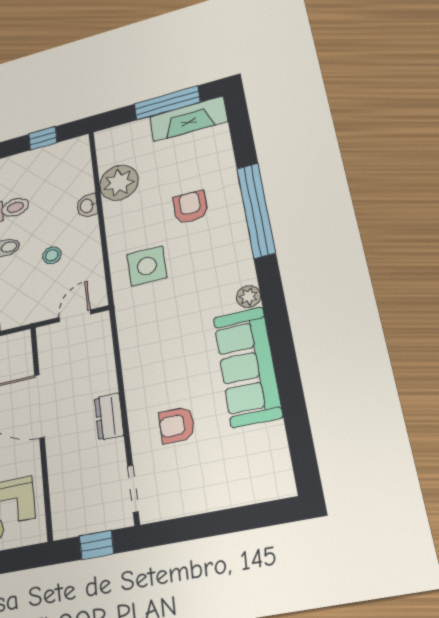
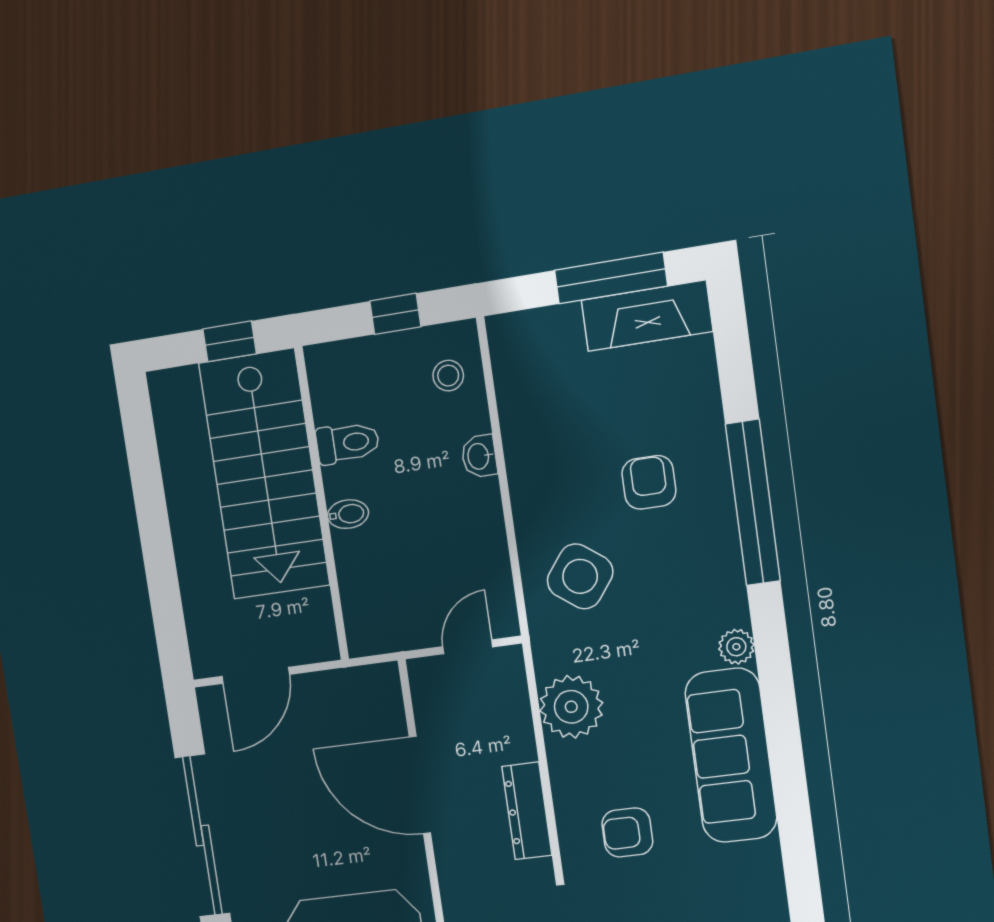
plant: (119, 183) -> (571, 707), moved
stool: (52, 255) -> (448, 376), moved
side table: (147, 266) -> (580, 576), turned 37
dresser: (109, 417) -> (527, 811), width x1.44

